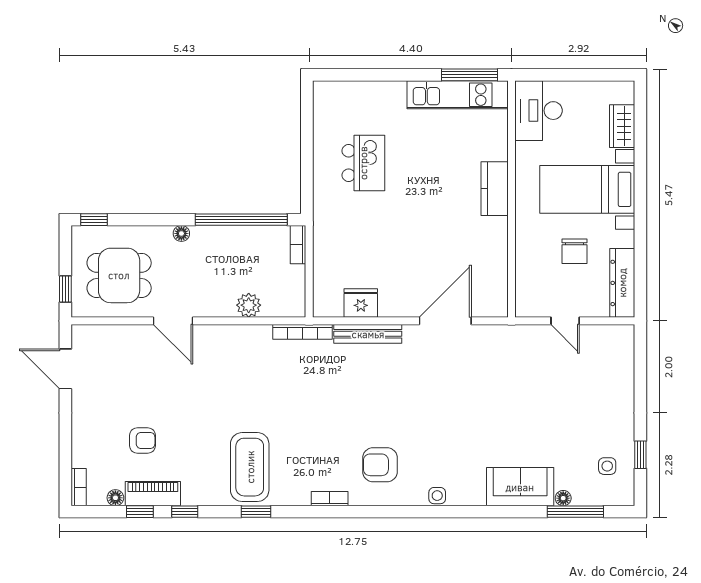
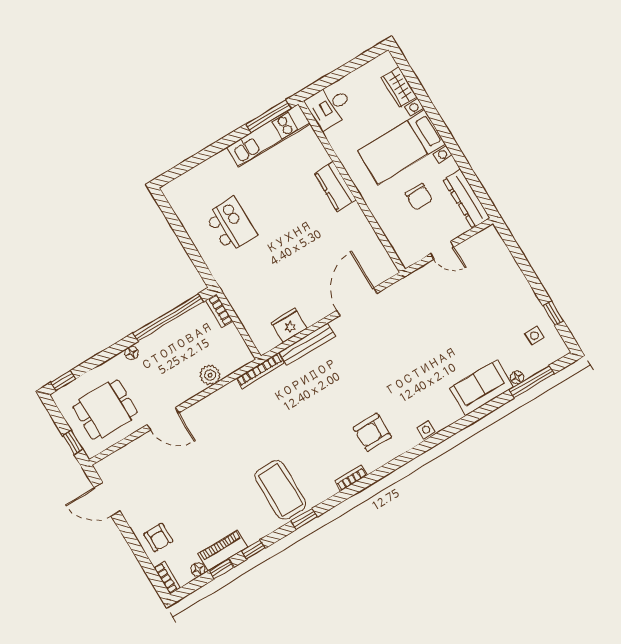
desk: (539, 111) -> (329, 106), width x0.73
armchair: (142, 440) -> (158, 538), moved, turned 90

